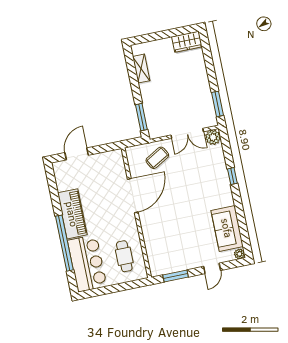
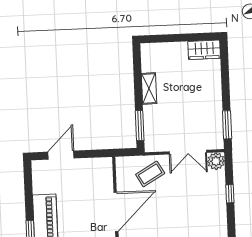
shelving: (141, 69) -> (149, 89), moved
window: (232, 176) -> (230, 194), moved

